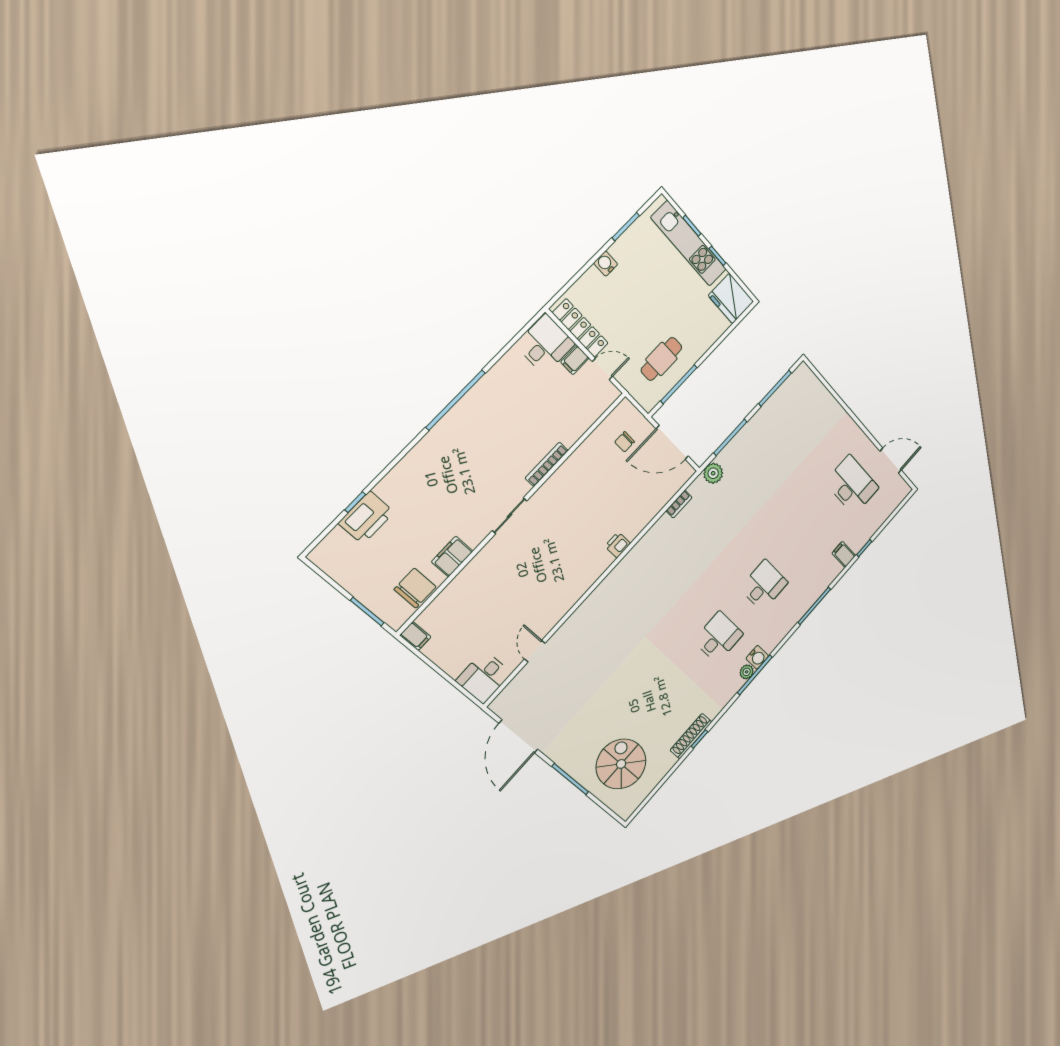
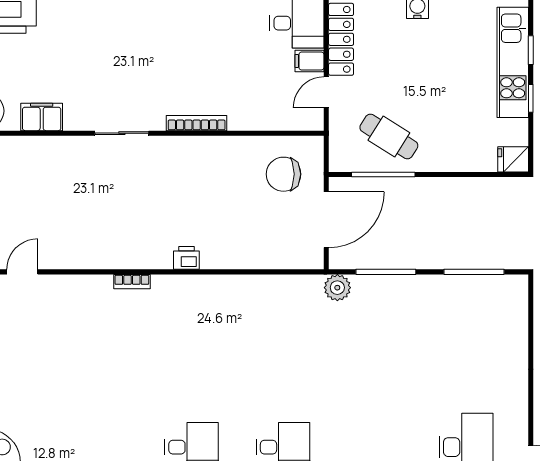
fridge: (731, 299) -> (513, 159), width x0.53, depth x0.75
cafe table: (661, 359) -> (389, 137), turned 32
door: (602, 369) -> (326, 92), swing flipped
chair: (625, 442) -> (284, 174), width x1.87, depth x1.87
door: (672, 442) -> (326, 220), swing flipped
bookcase: (679, 504) -> (132, 282), moved

